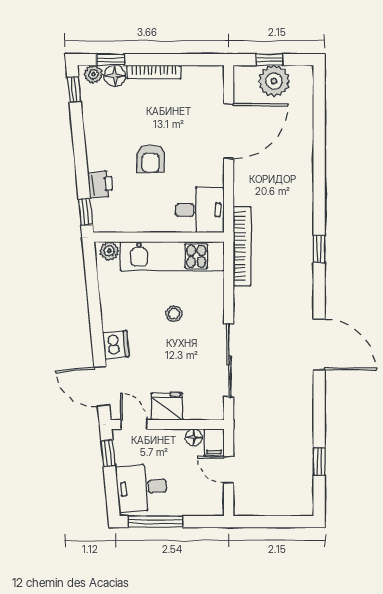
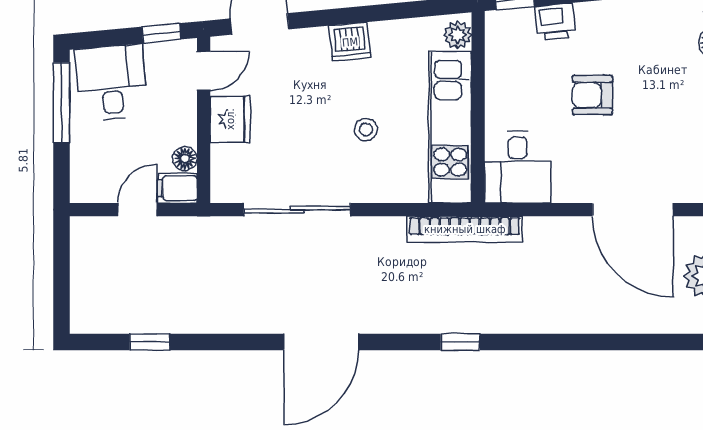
dishwasher: (116, 345) -> (350, 42), moved

